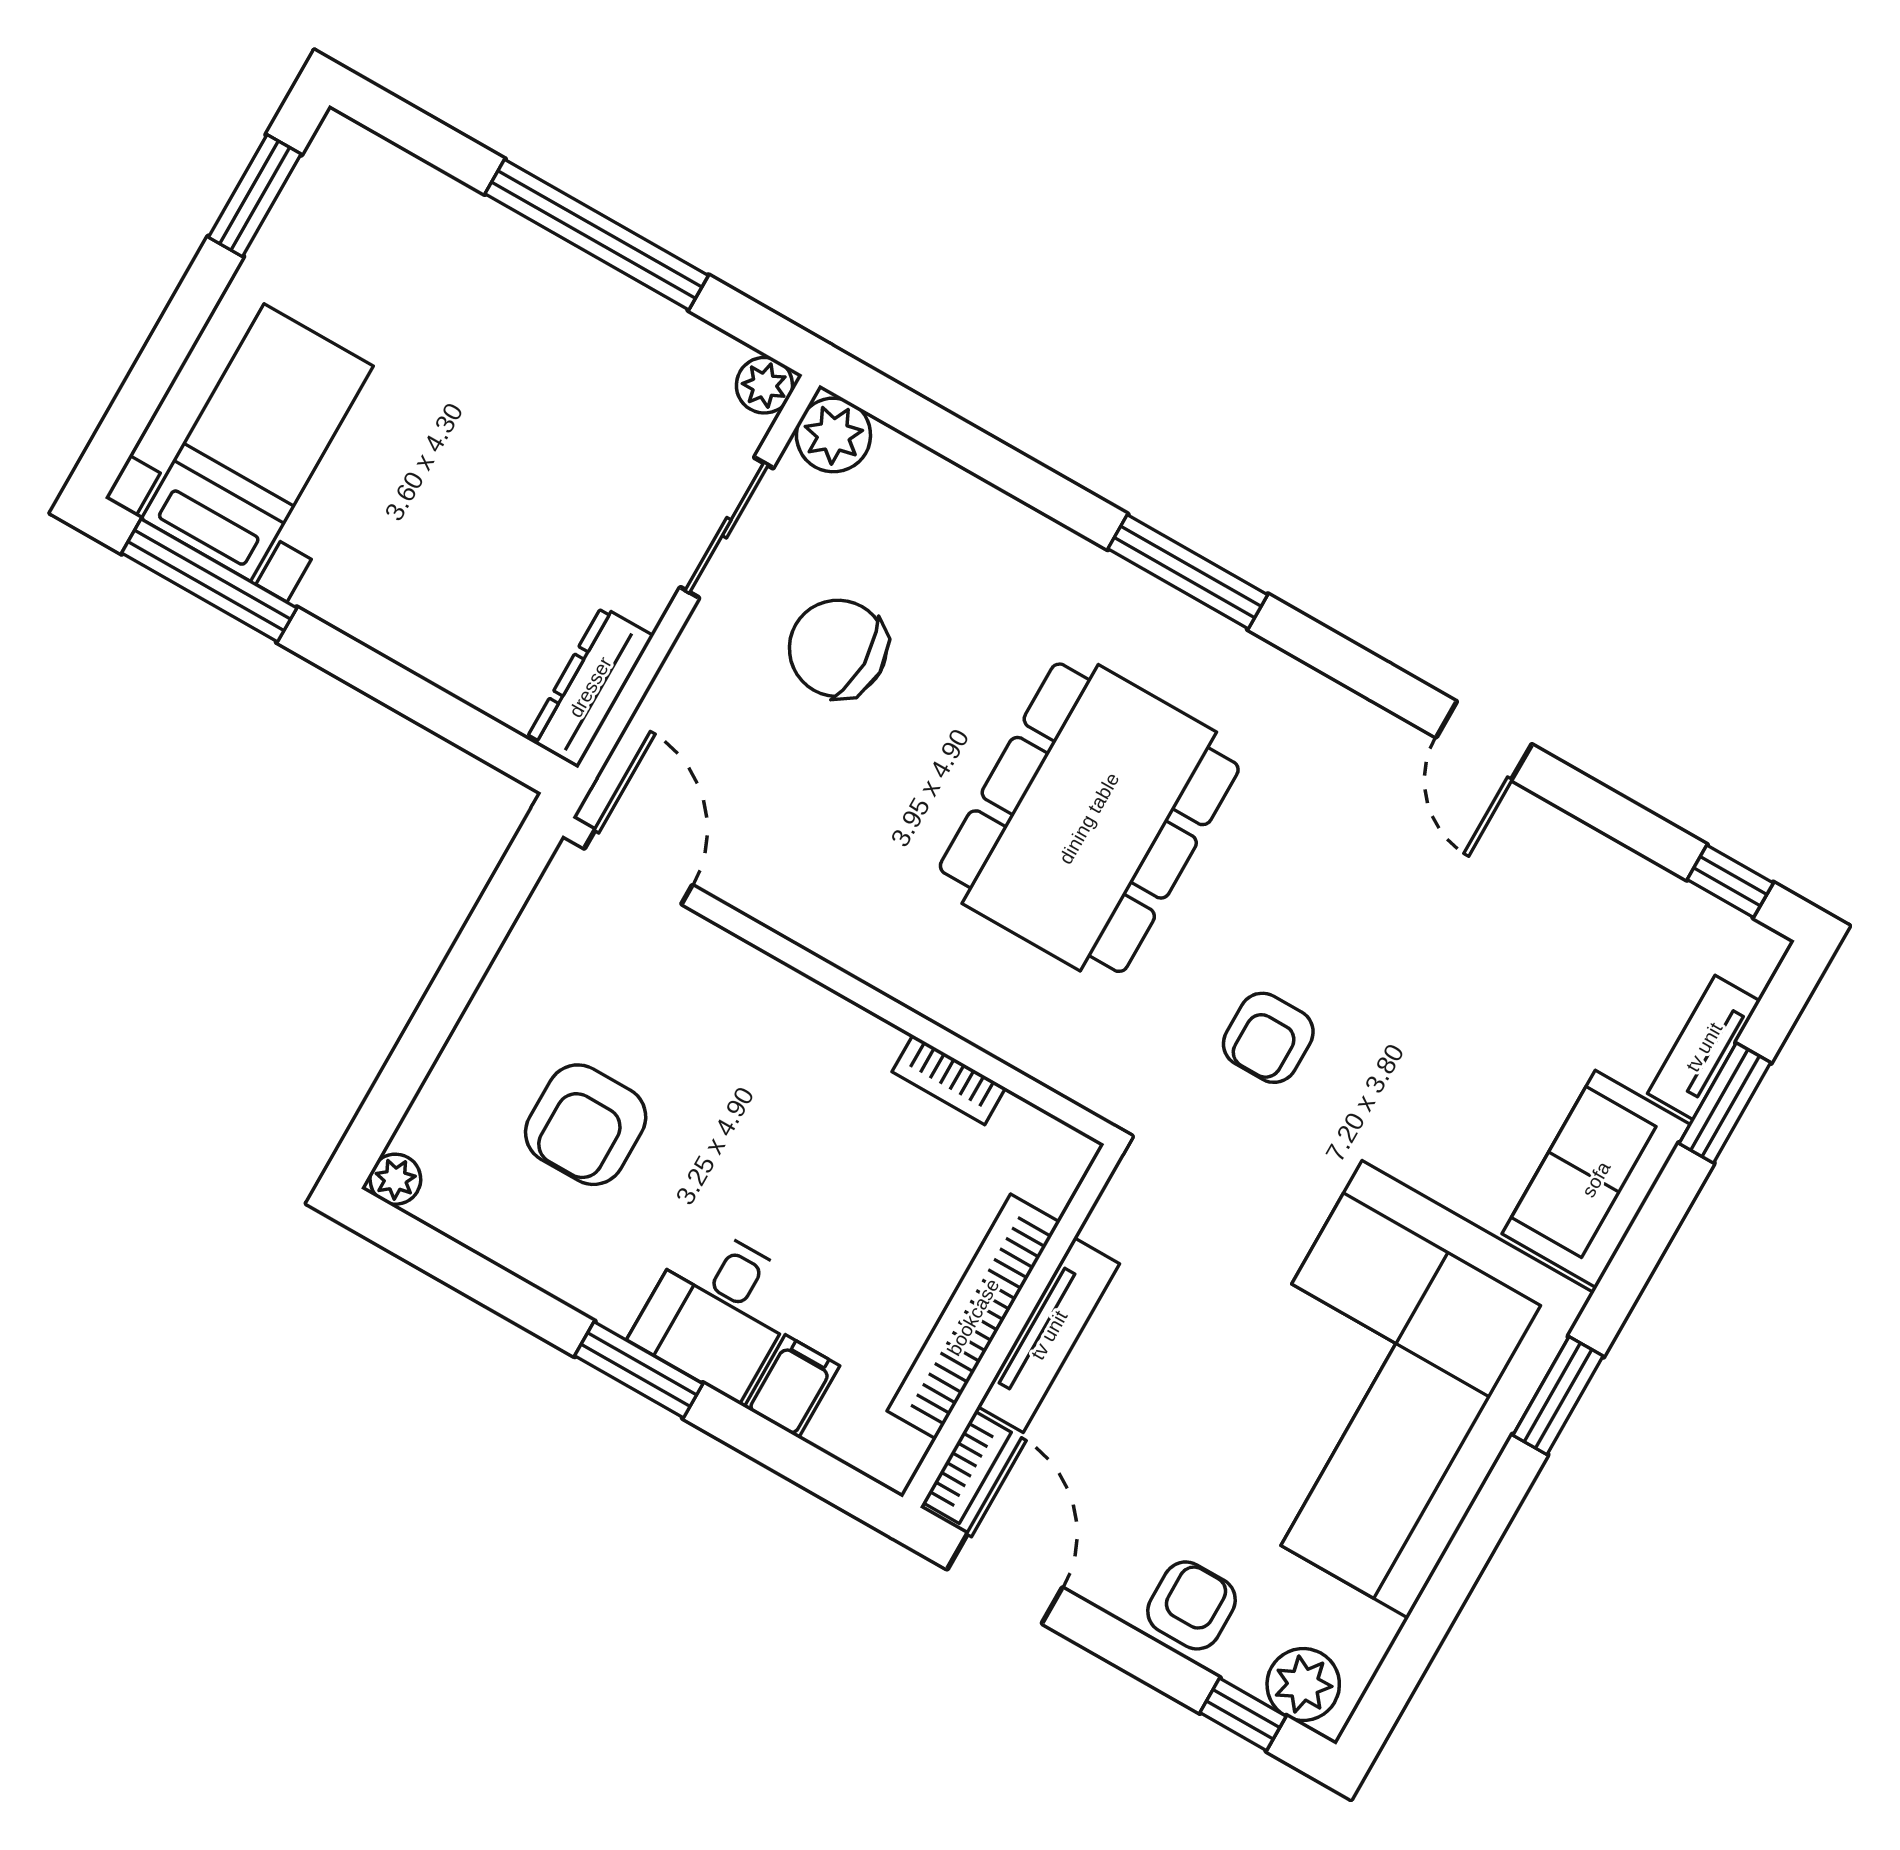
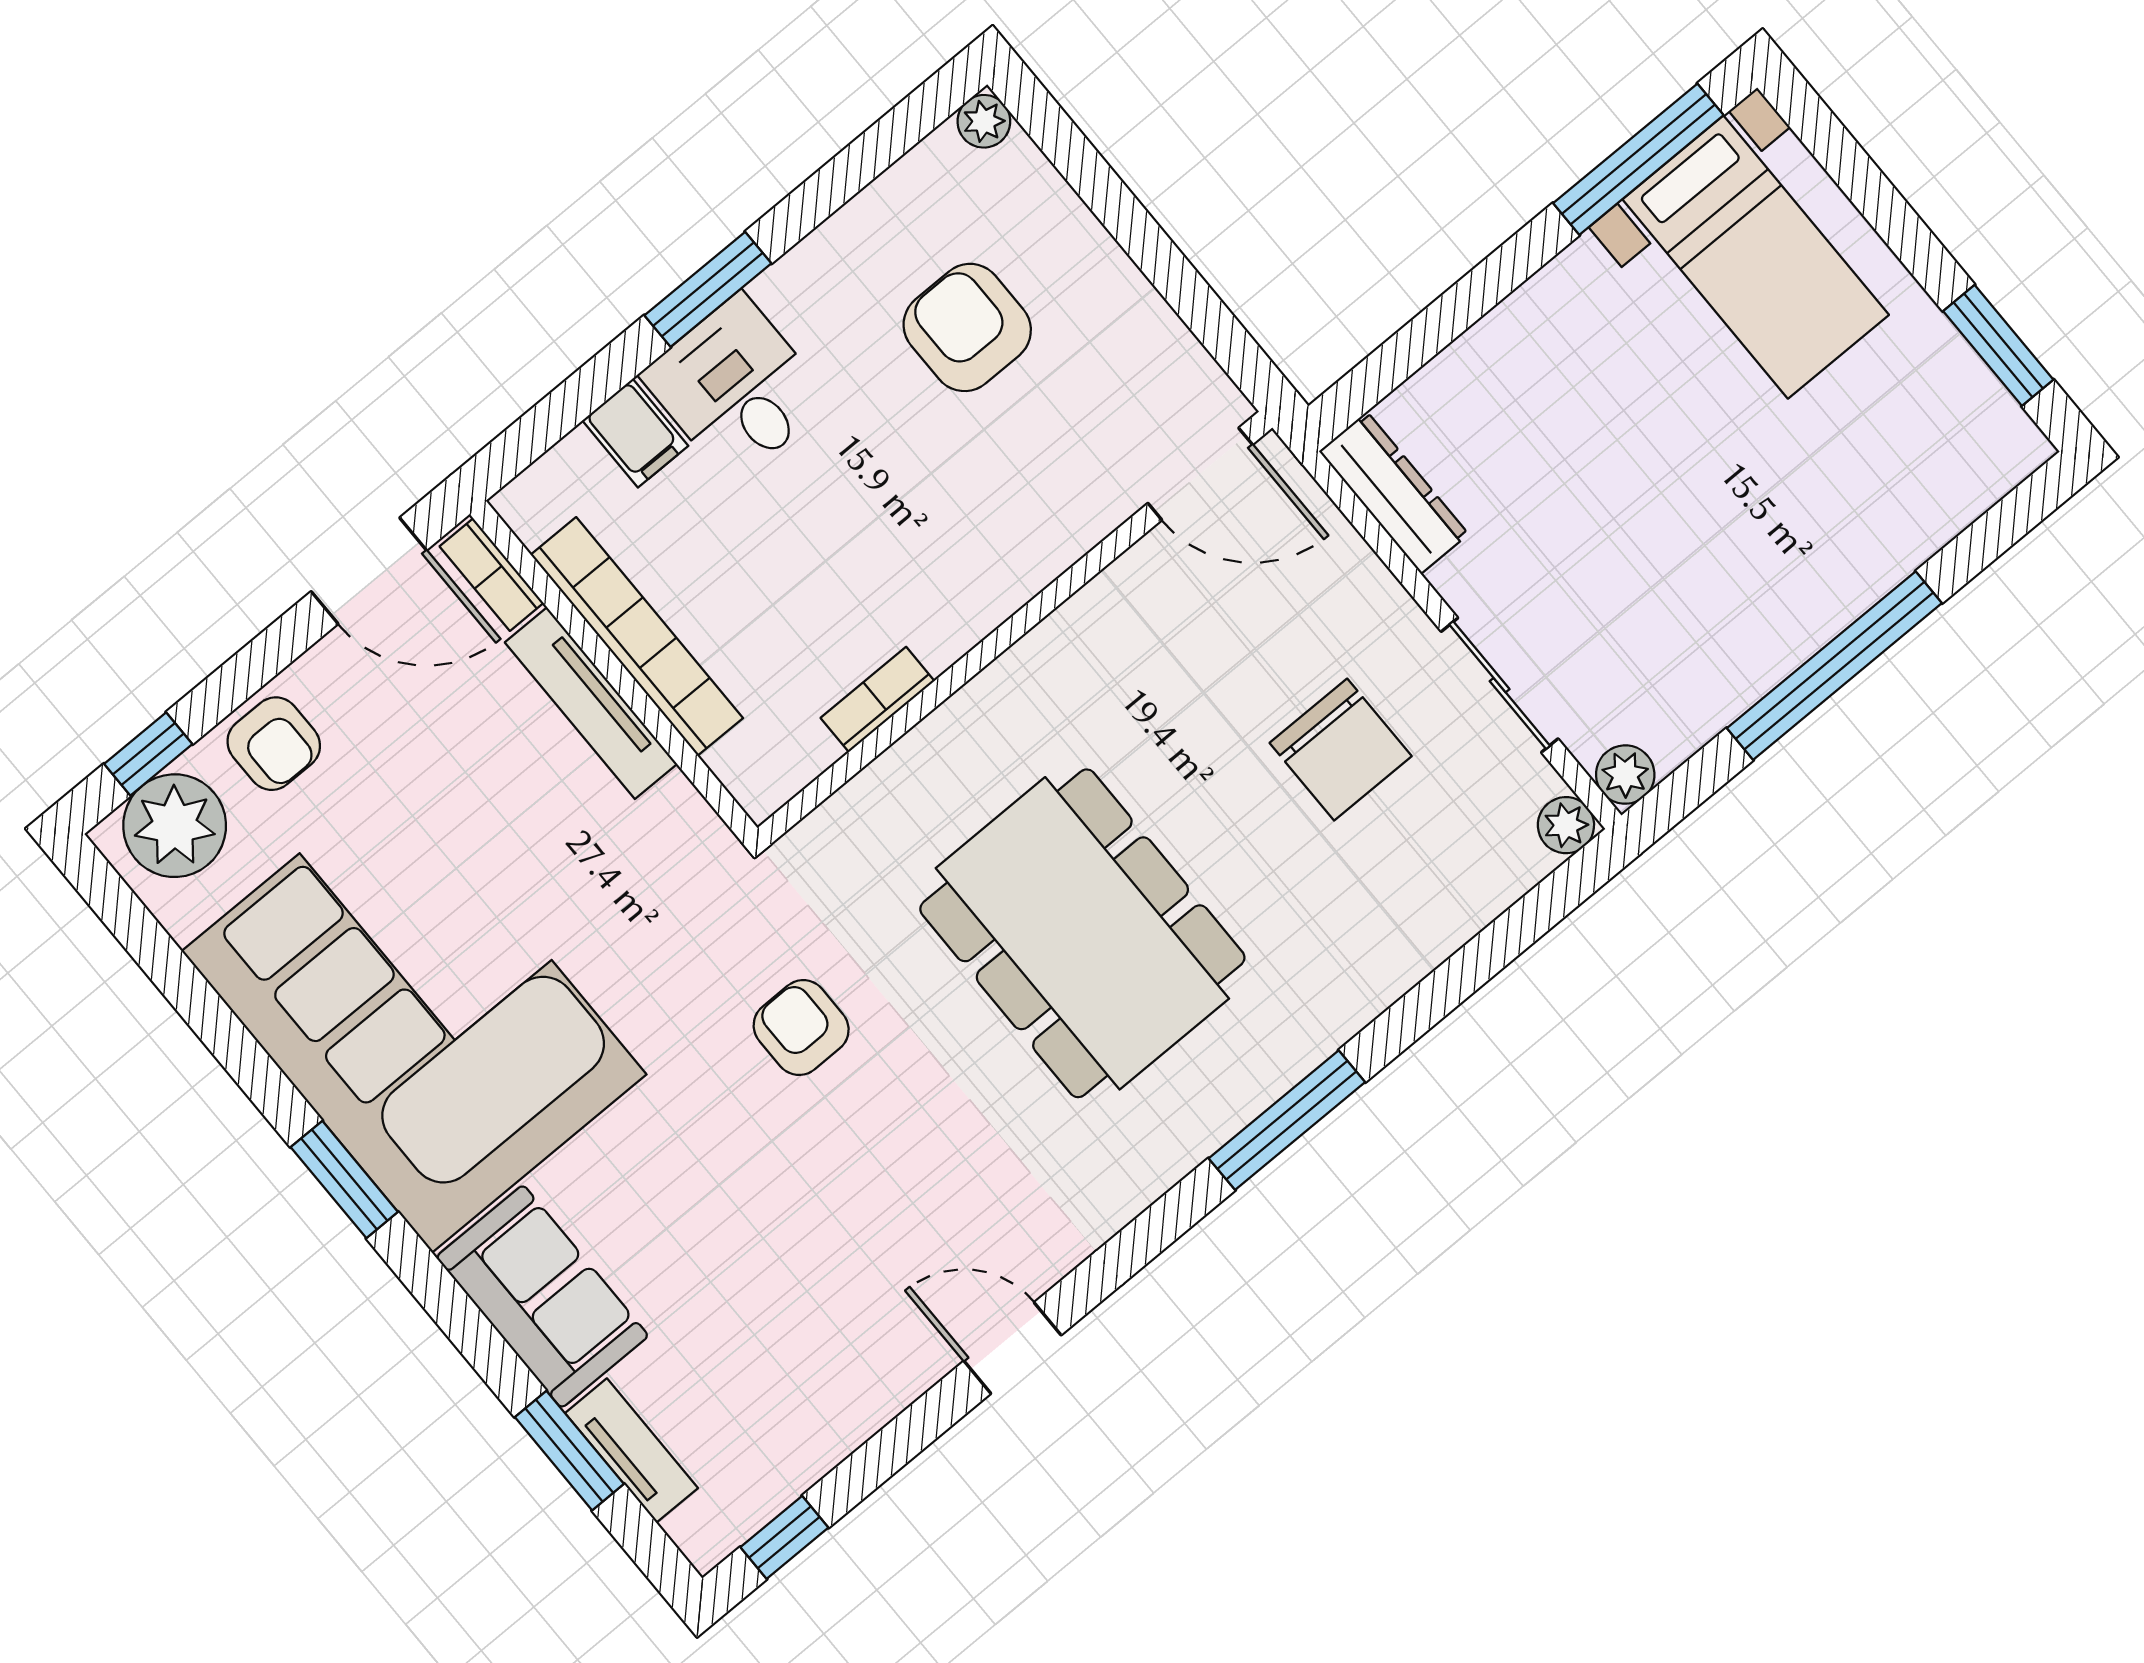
plant: (833, 435) -> (1566, 825), width x0.73, depth x0.73
chair: (838, 648) -> (1341, 750), turned 90
plant: (1303, 1684) -> (175, 826), width x1.36, depth x1.36

